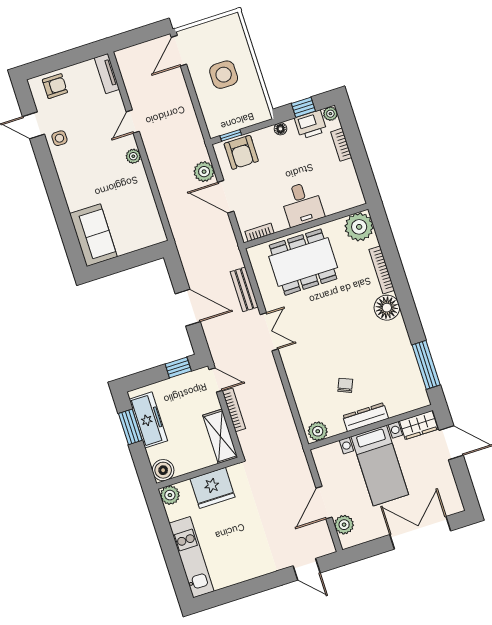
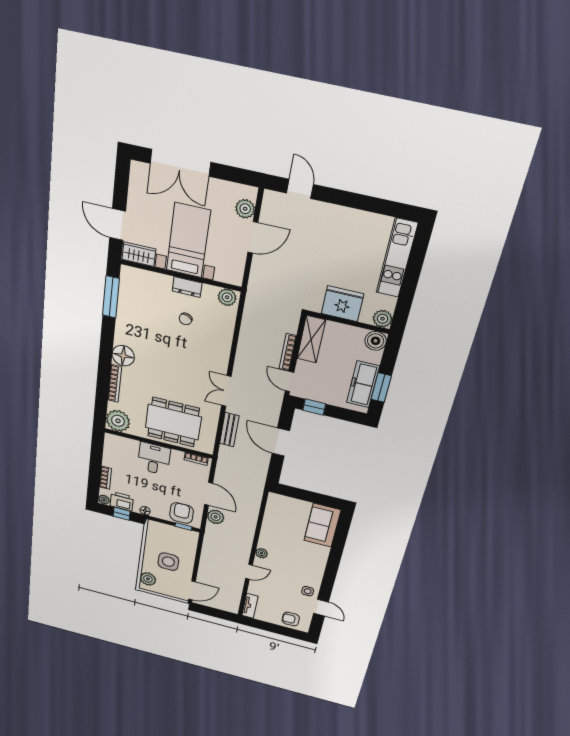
plant: (234, 33) -> (148, 579), added
dresser: (366, 417) -> (187, 287), width x0.70

